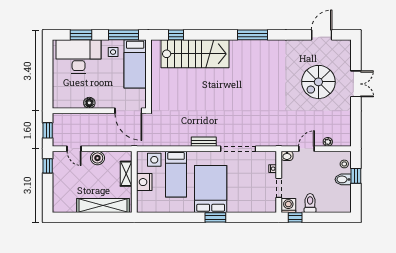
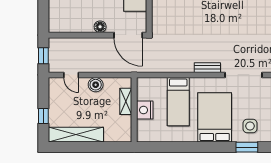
floor lamp: (89, 103) -> (100, 27), moved
side table: (154, 160) -> (250, 126), moved
window: (48, 166) -> (43, 116), moved
shelving: (103, 206) -> (76, 135), moved
window: (215, 217) -> (247, 147), moved

